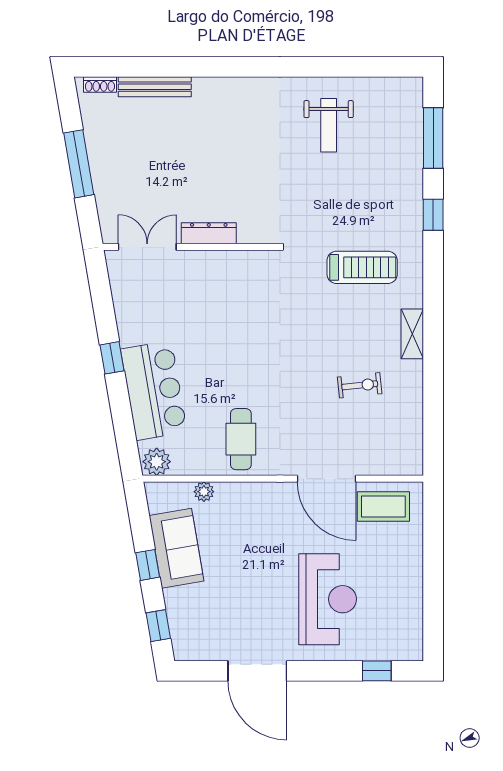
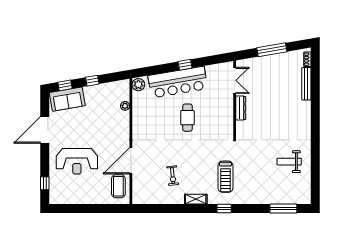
window: (433, 215) -> (224, 209), moved
bar counter: (154, 390) -> (178, 82), width x1.36
cafe table: (241, 439) -> (187, 118), moved, turned 90
sofa: (177, 548) -> (67, 99), moved

